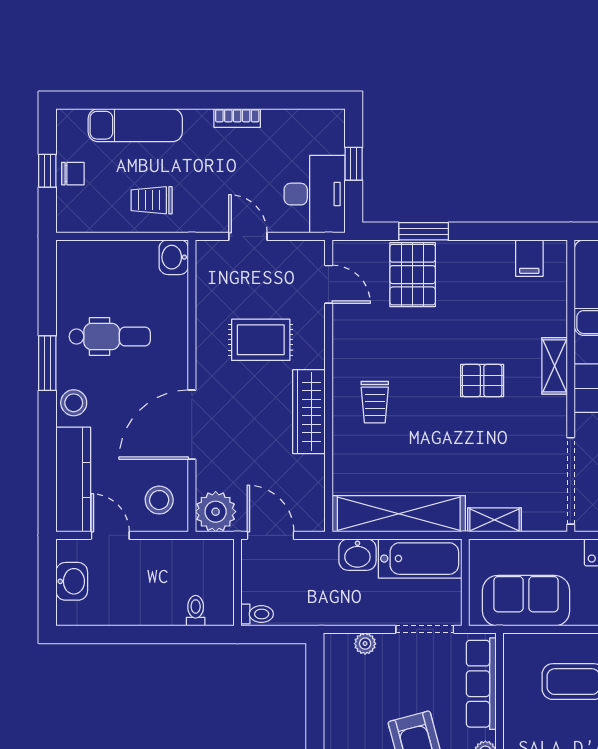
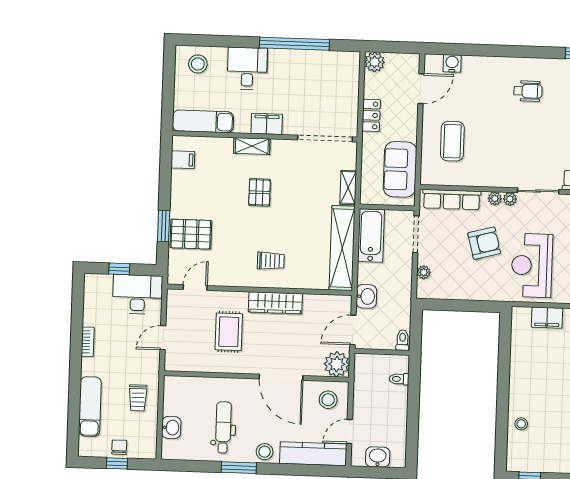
washbasin: (174, 257) -> (171, 428), moved, turned -90
washbasin: (357, 555) -> (366, 296), moved

